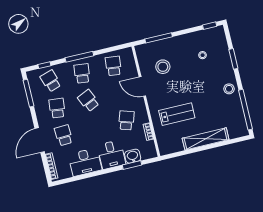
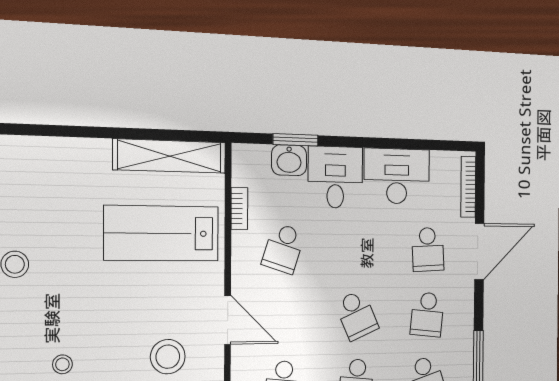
lab bench: (177, 114) -> (162, 233), width x1.36, depth x1.39
shelving: (206, 139) -> (170, 156), moved

